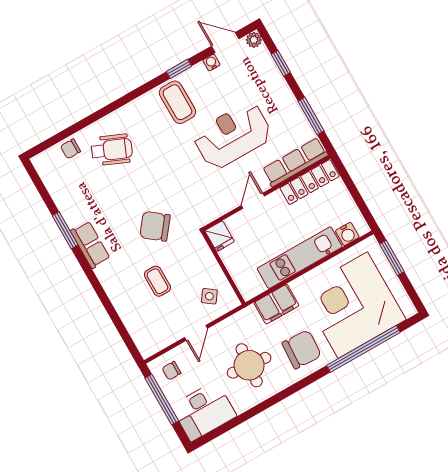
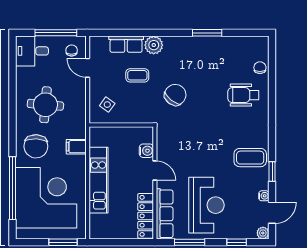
reception desk: (232, 135) -> (207, 205), moved
wheelchair: (112, 150) -> (243, 95), turned 67
water cooler: (347, 234) -> (146, 151), moved, turned 180
fridge: (220, 236) -> (144, 135), removed
row of seats: (90, 245) -> (126, 44), moved
plant: (113, 282) -> (154, 45), added
filing cabinet: (276, 304) -> (76, 147), width x0.50
door: (196, 333) -> (88, 68), moved
desk: (204, 411) -> (32, 51), width x0.73

